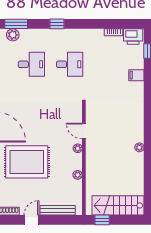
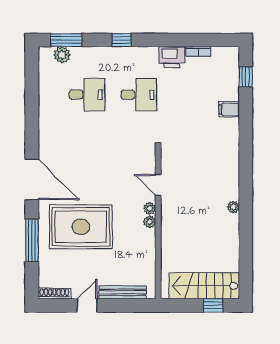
printer: (133, 37) -> (172, 57), moved
plant: (78, 175) -> (150, 222), moved
window: (102, 220) -> (213, 305), moved

